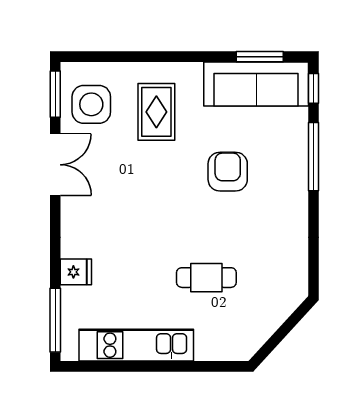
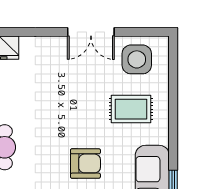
window: (55, 94) -> (144, 32), removed

